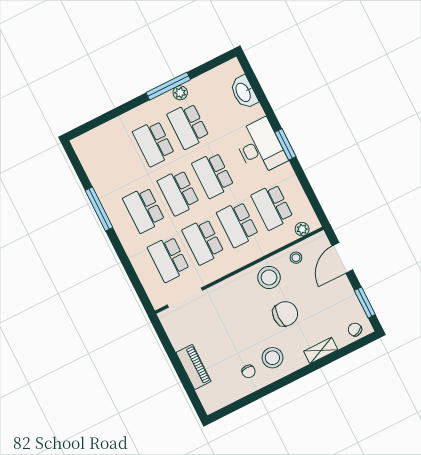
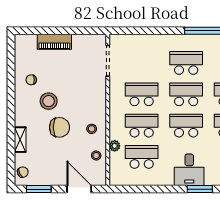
window: (285, 144) -> (200, 189), moved
desk: (260, 147) -> (189, 170), width x0.73
plant: (302, 229) -> (115, 146), moved
school desk: (169, 259) -> (142, 63), removed
stool: (269, 277) -> (92, 129), width x0.53, depth x0.53
chair: (285, 314) -> (60, 127), turned -90
stool: (272, 358) -> (49, 101), moved

